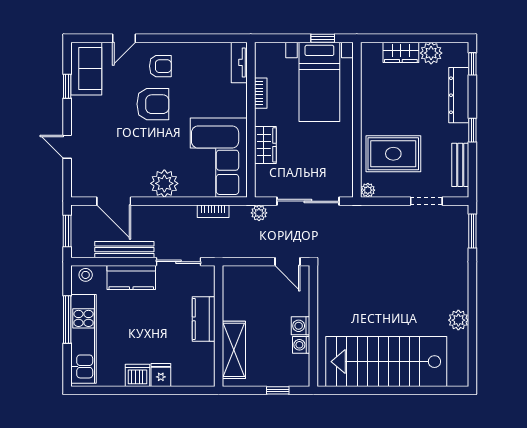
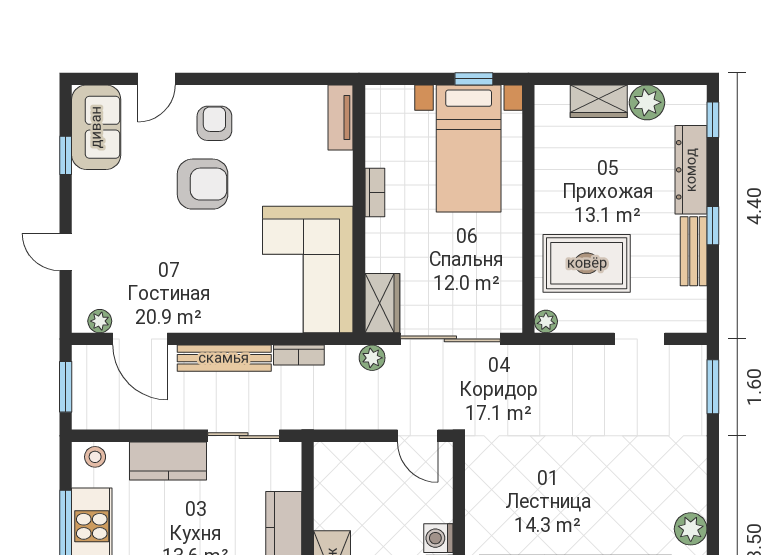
armchair: (160, 66) -> (214, 123), turned -90
bookcase: (261, 93) -> (375, 193), moved
wardrobe: (265, 145) -> (382, 303), moved
bench: (460, 165) -> (694, 251), moved
plant: (164, 183) -> (100, 321), moved, width x0.53, depth x0.53
bench: (124, 250) -> (224, 358), moved

